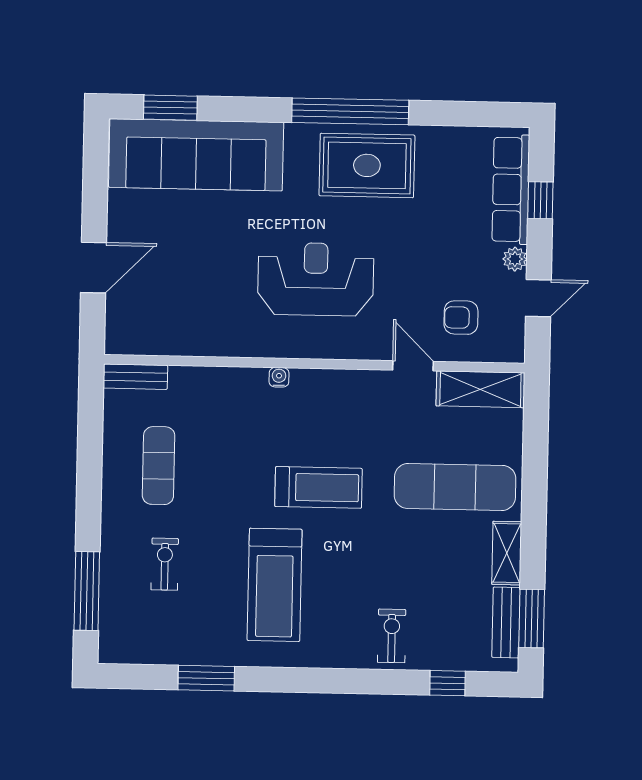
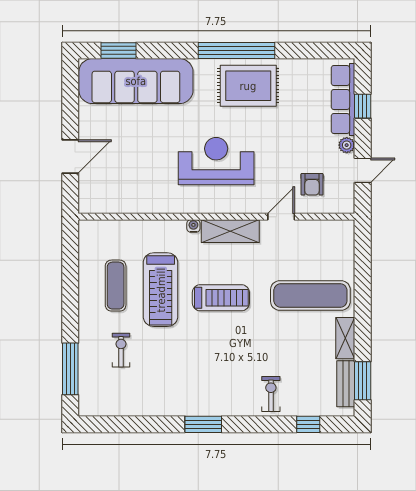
armchair: (461, 318) -> (312, 184), turned -90
door: (413, 366) -> (281, 217), hinge flipped
bench: (135, 377) -> (99, 228), removed
shelving: (480, 389) -> (230, 231), moved
treadmill: (275, 585) -> (161, 290), moved
window: (206, 678) -> (203, 424), moved

